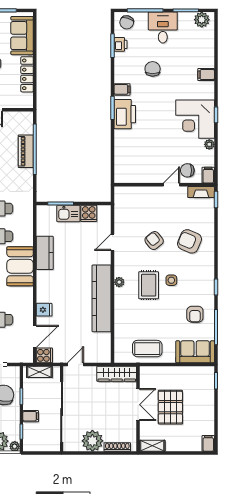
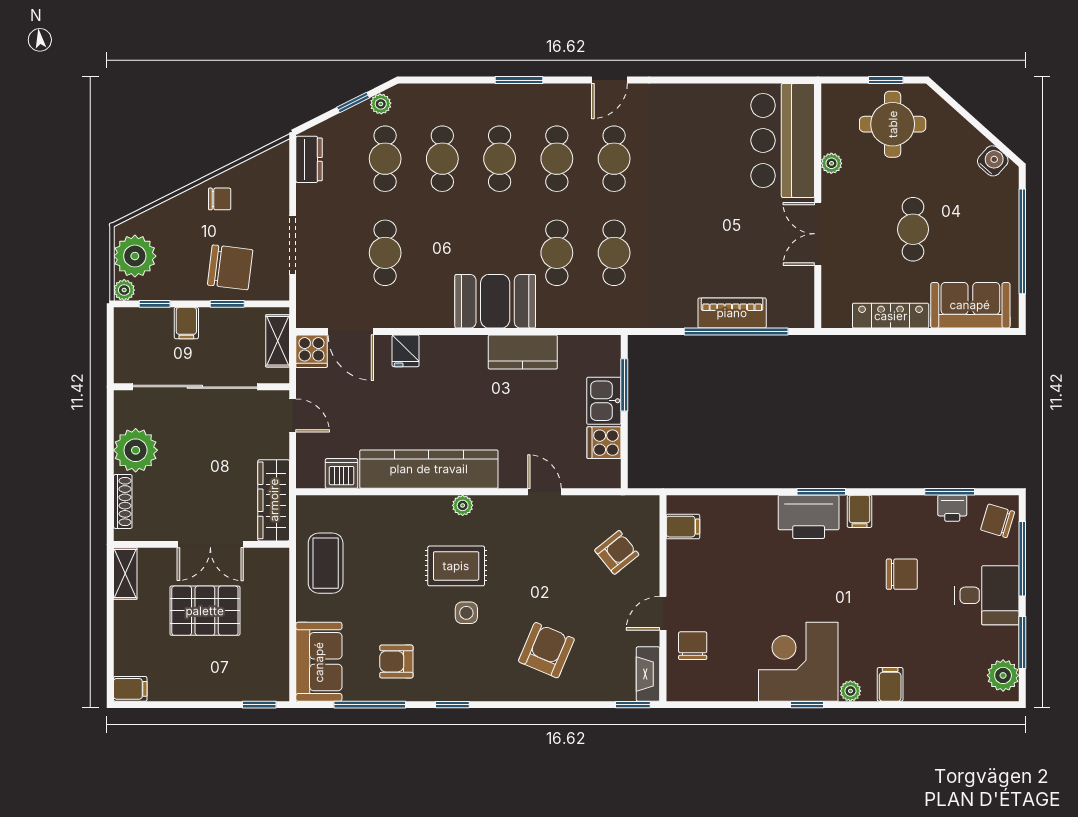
plant: (209, 144) -> (850, 691), moved
filing cabinet: (208, 175) -> (683, 527), moved
door: (172, 185) -> (663, 613), swing flipped
armchair: (154, 241) -> (617, 552), moved
dishwasher: (104, 341) -> (342, 473), added

